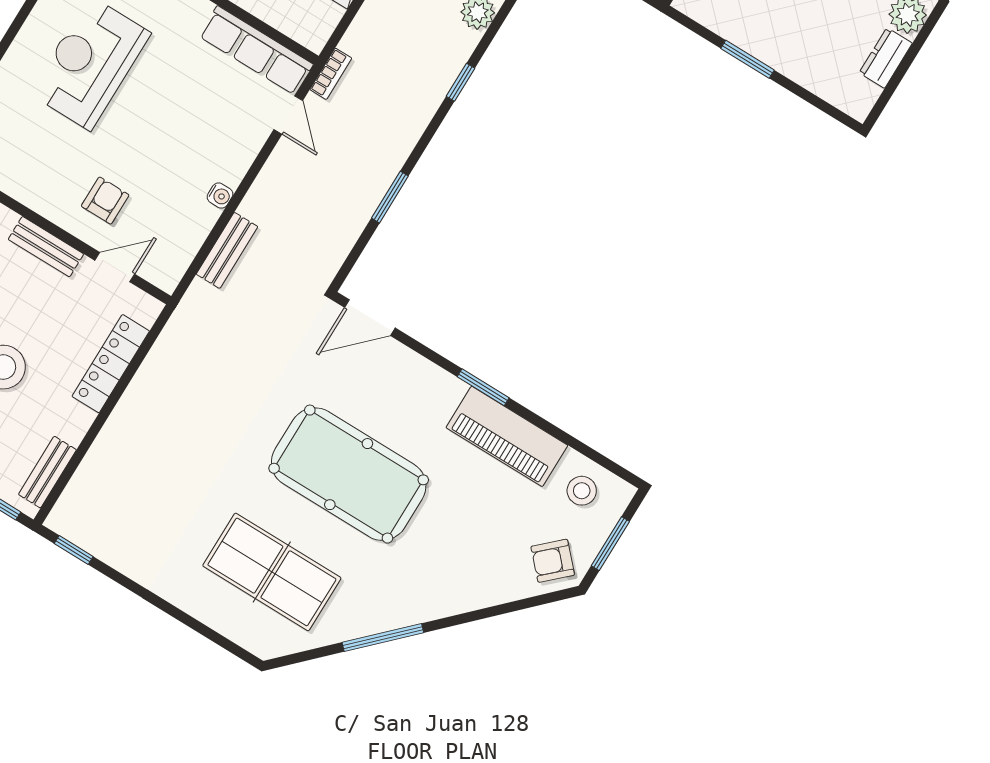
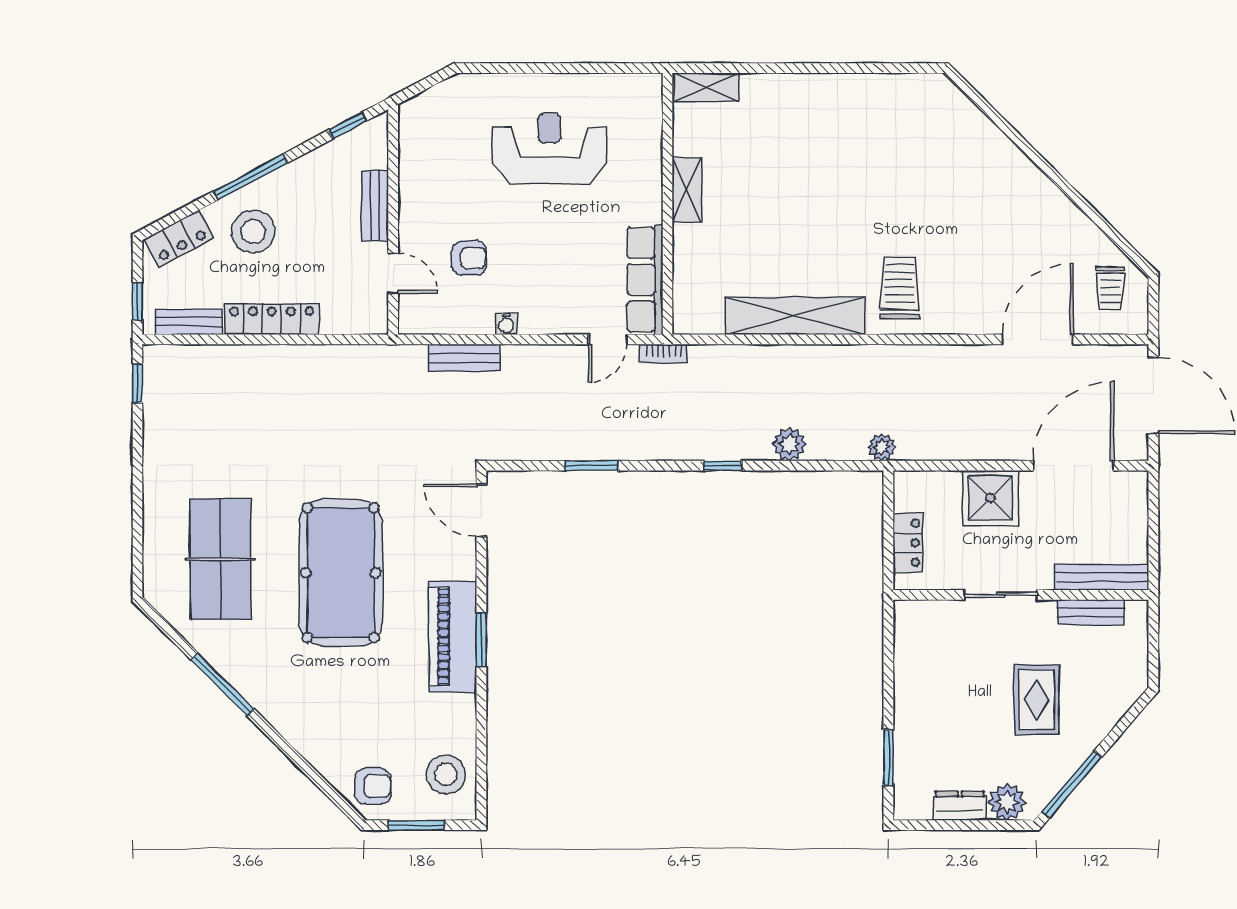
window: (747, 59) -> (888, 758), moved
armchair: (105, 201) -> (469, 258), moved
locker: (111, 364) -> (272, 319), moved
piano: (507, 436) -> (453, 637), moved
stool: (582, 491) -> (446, 774), width x1.38, depth x1.38
armchair: (553, 561) -> (373, 786), turned 133

